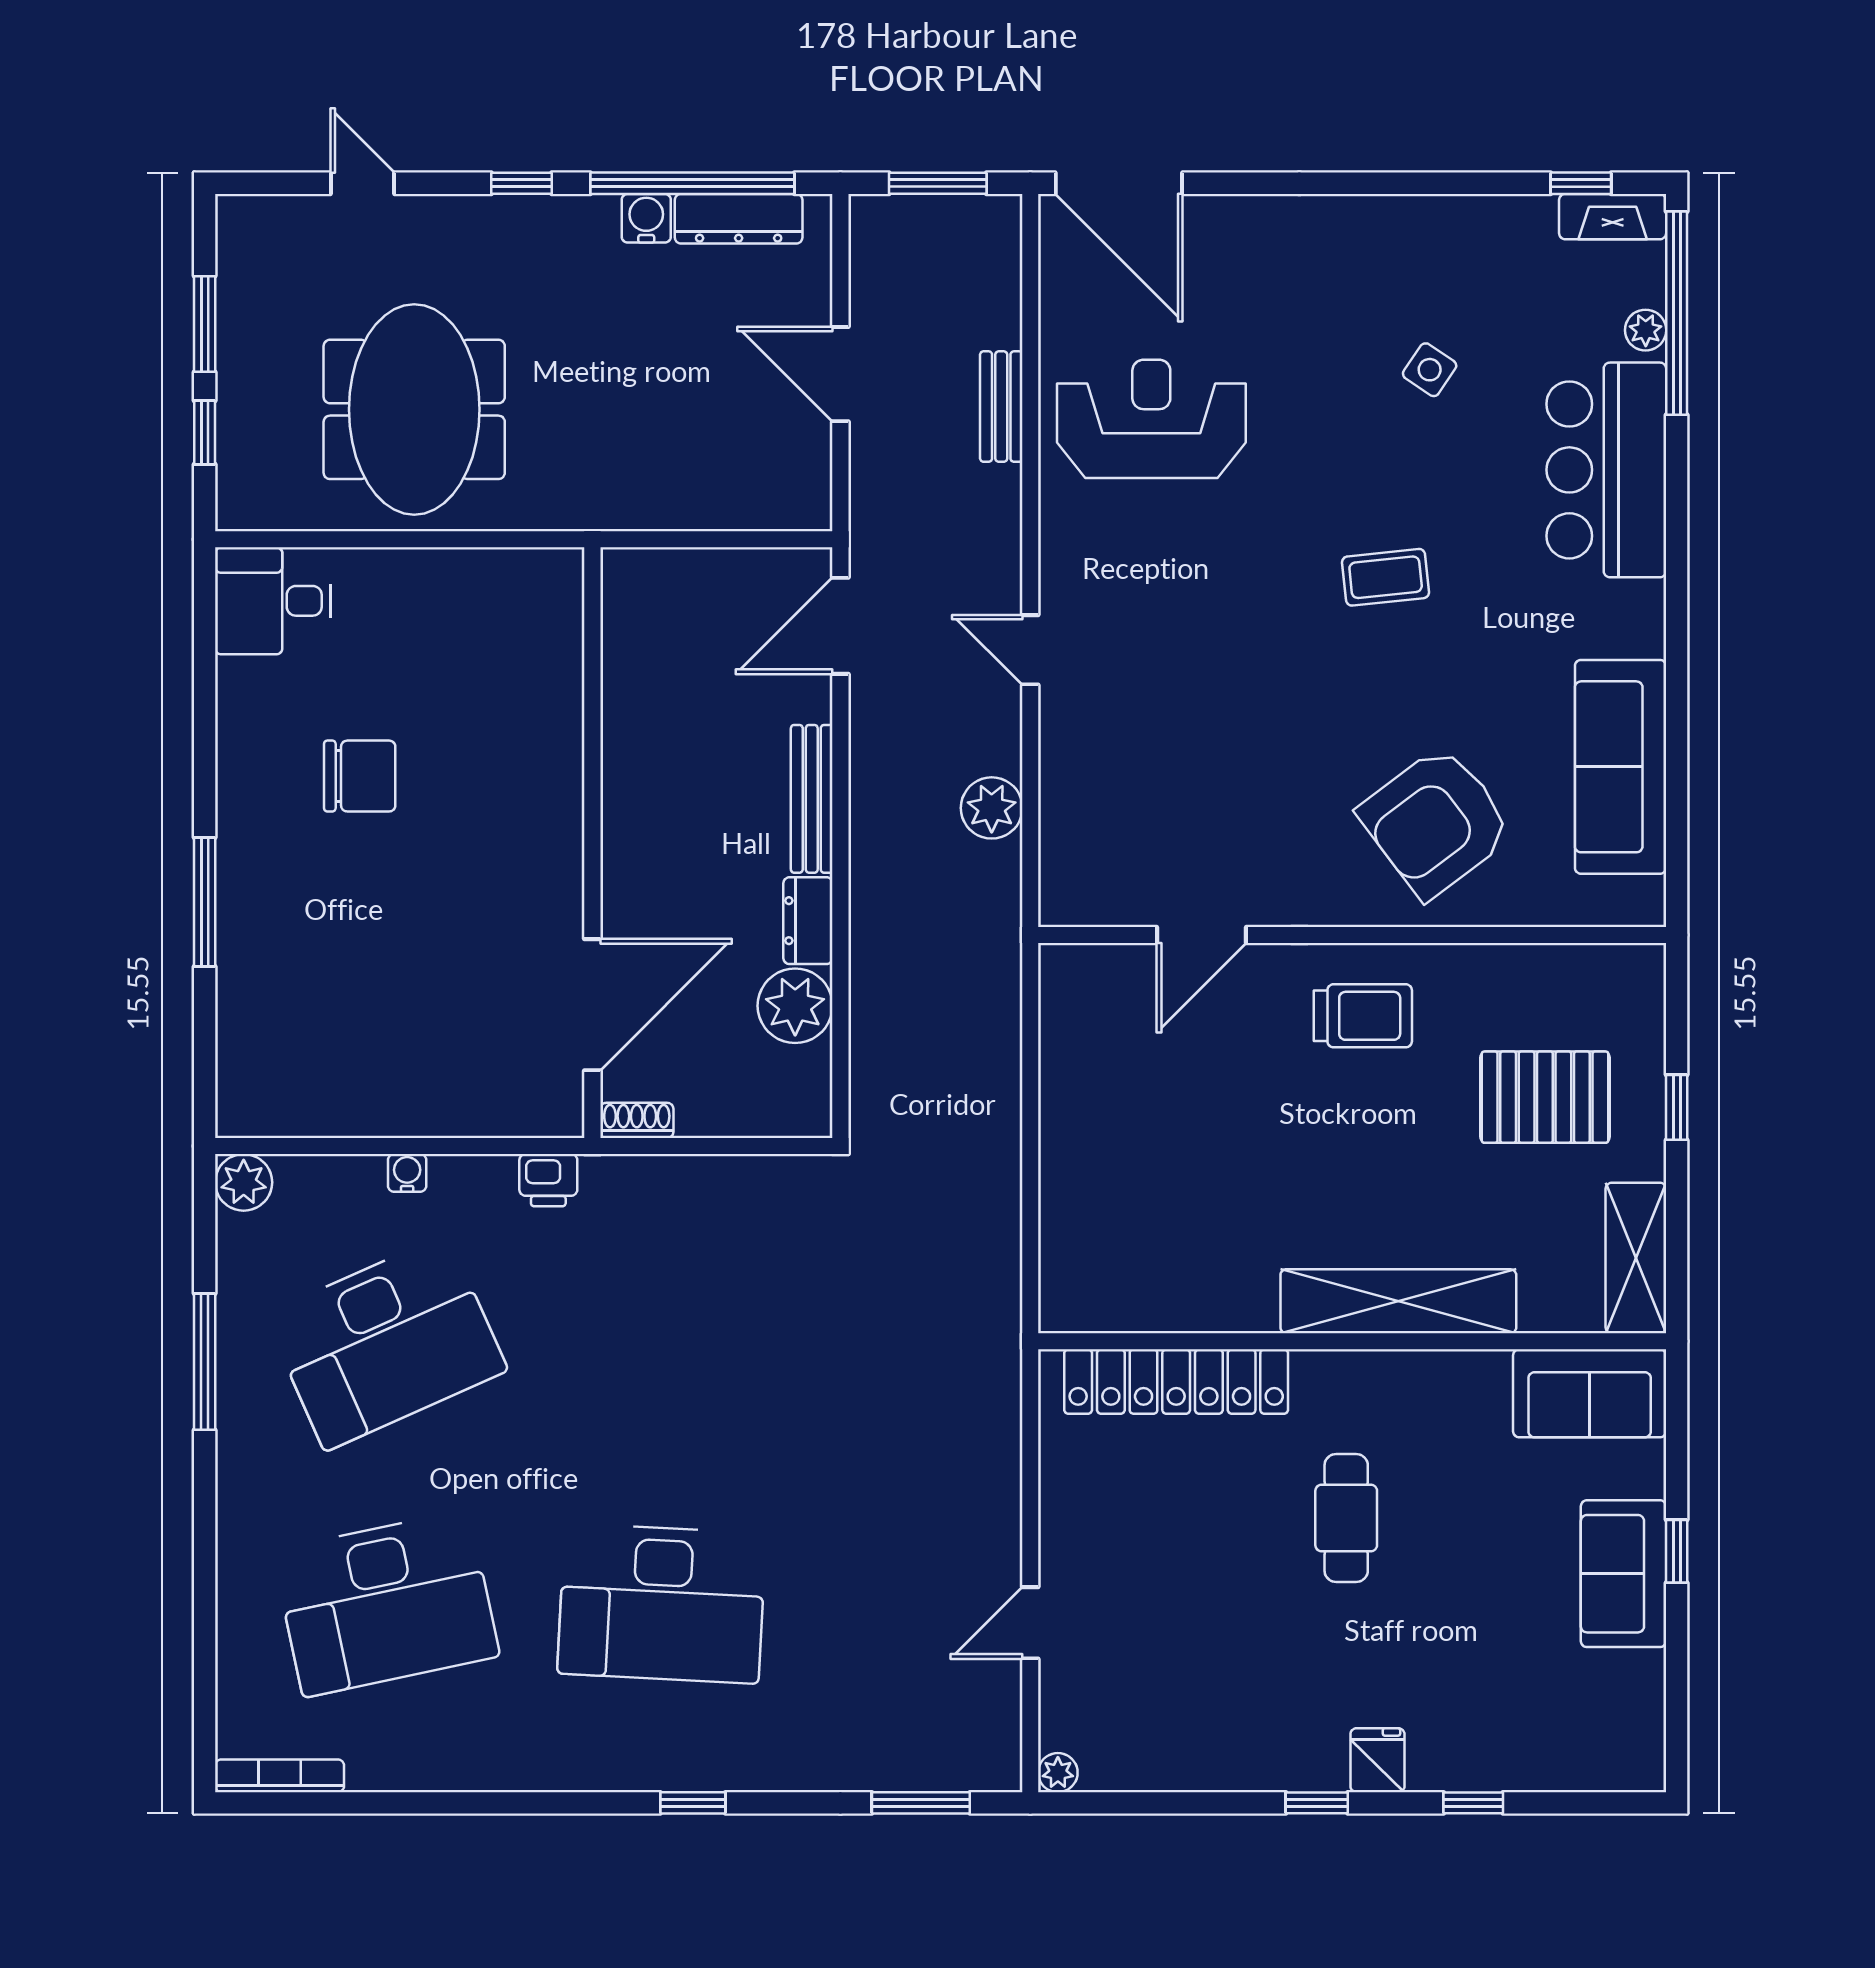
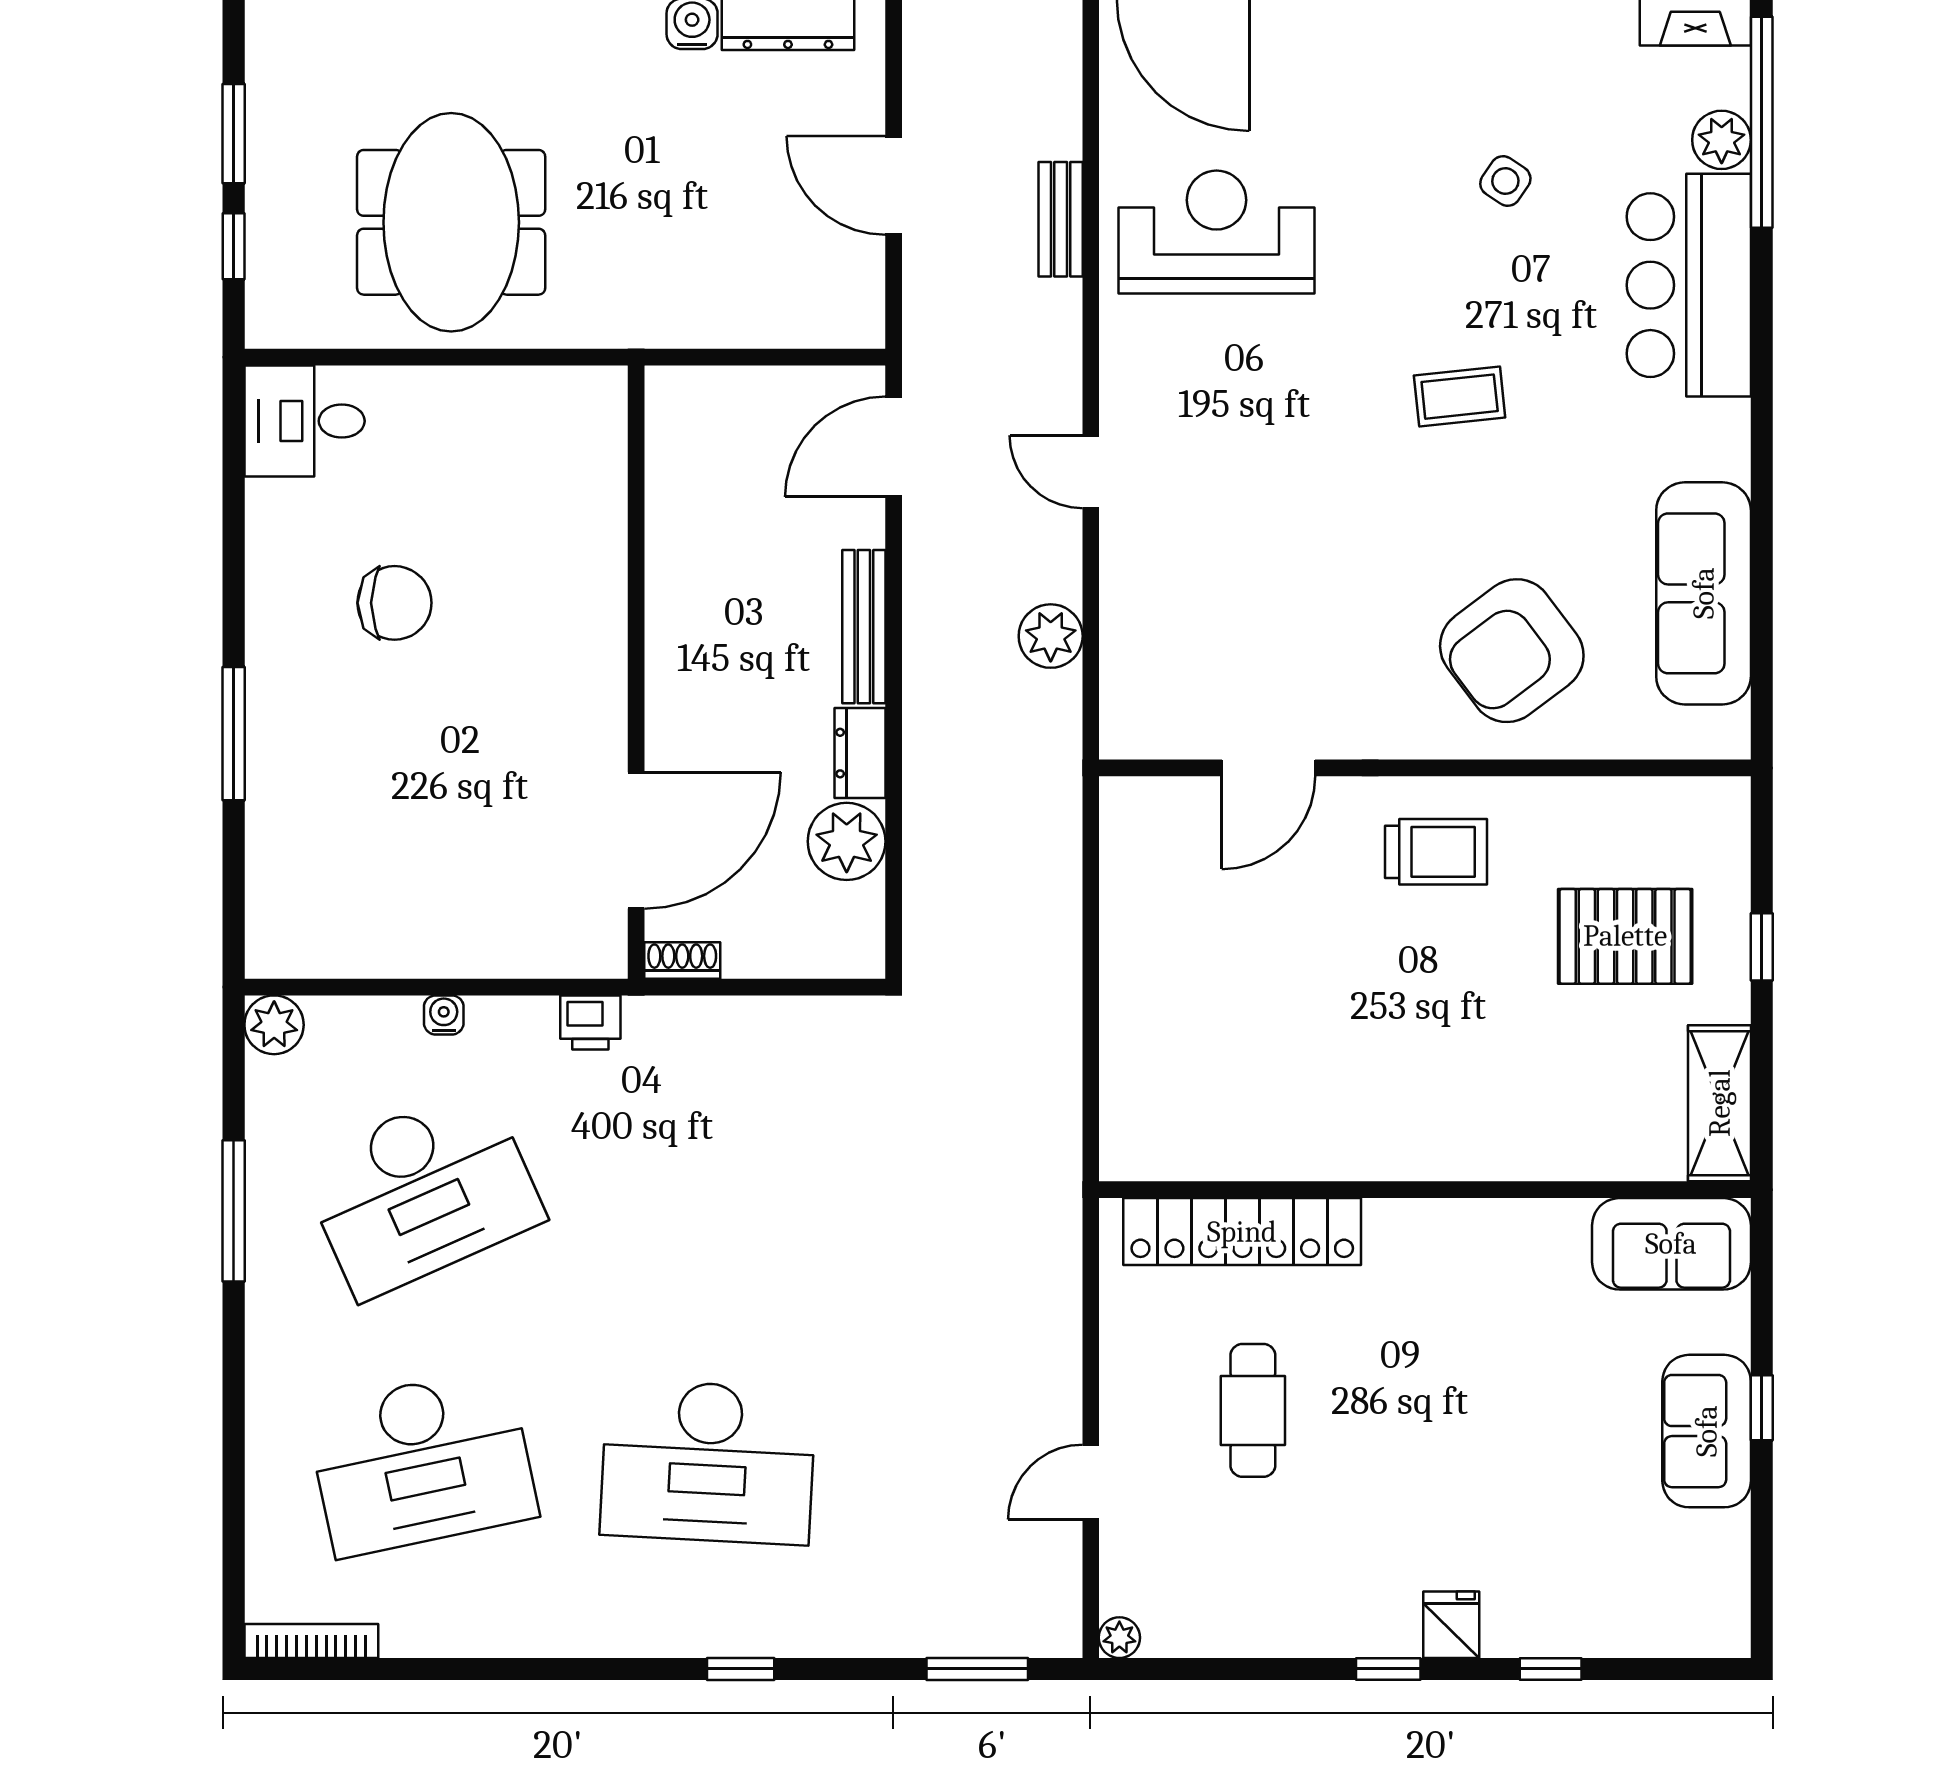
plant: (1646, 330) -> (1722, 140), width x1.38, depth x1.38
shelving: (1398, 1301) -> (1473, 1148), removed
cafe table: (1346, 1518) -> (1253, 1410), moved

